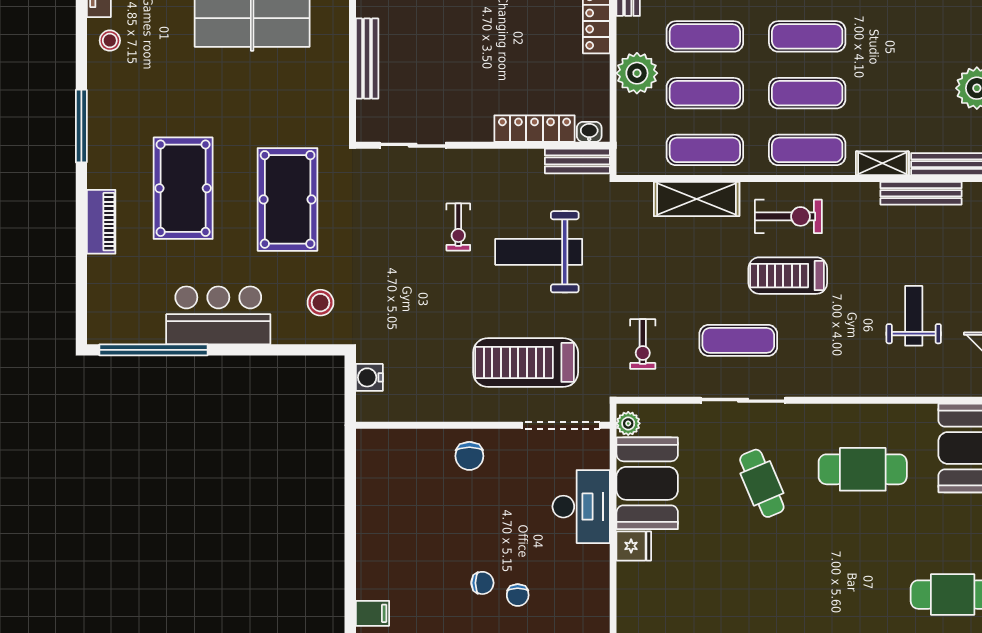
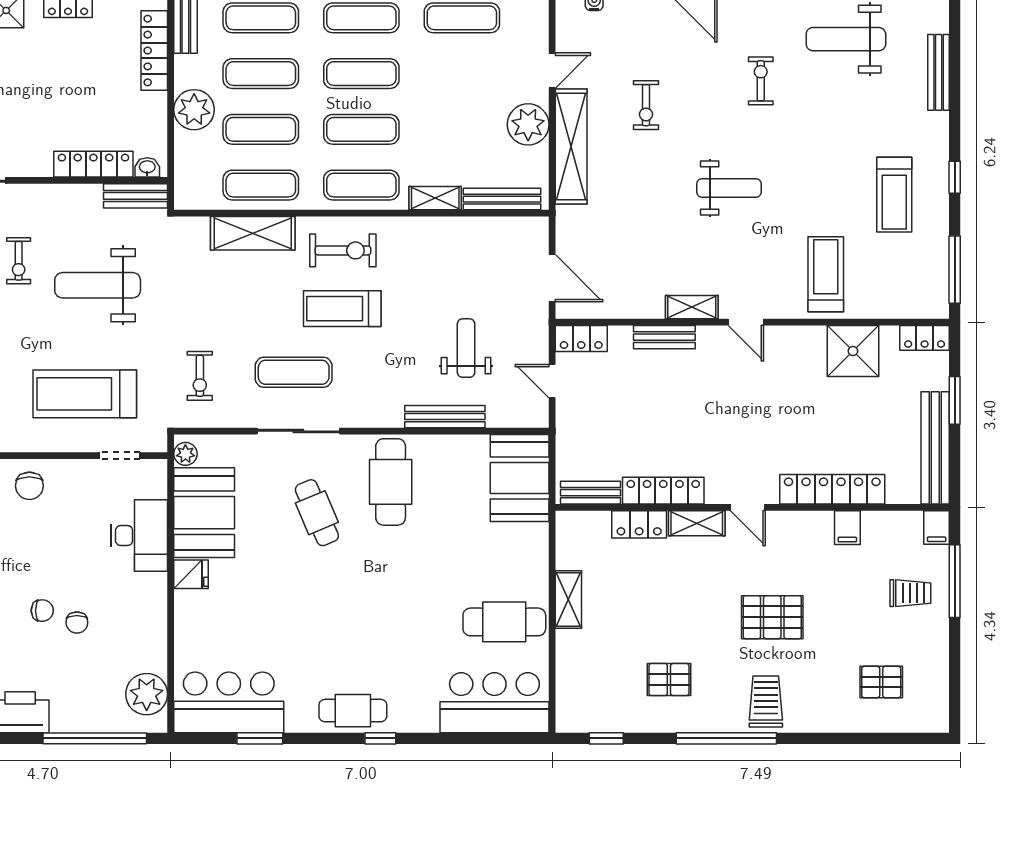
bench: (921, 193) -> (445, 417), moved
doorway: (561, 425) -> (120, 456), width x0.53
cafe table: (863, 469) -> (391, 482), moved, turned 90

